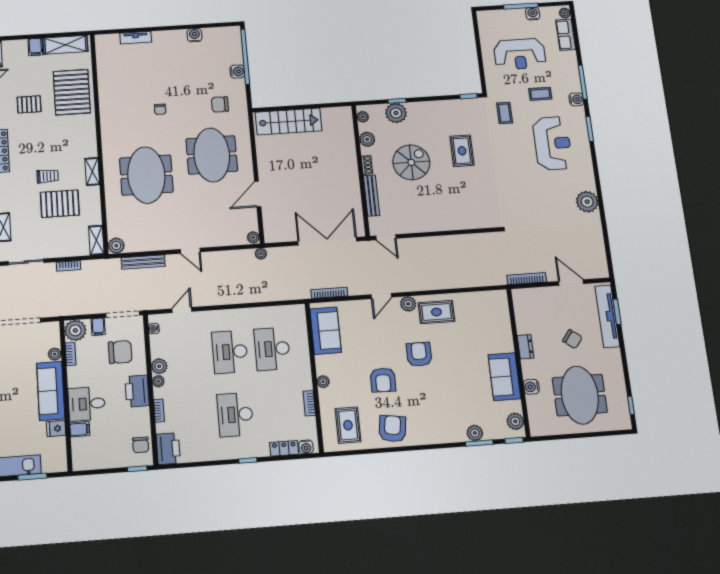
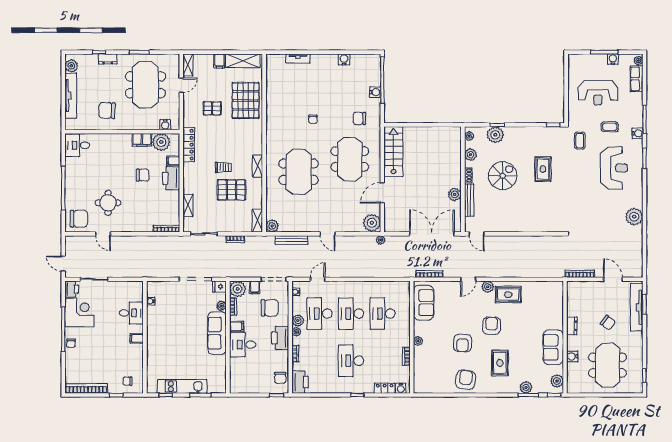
stairs: (288, 121) -> (393, 152), moved, turned -90
plant: (352, 190) -> (455, 194), added
plant: (253, 237) -> (372, 223), width x1.87, depth x1.87
desk: (188, 355) -> (319, 314), added
rug: (348, 425) -> (500, 363), moved
fridge: (56, 428) -> (219, 287), moved
filing cabinet: (80, 429) -> (237, 326), moved

